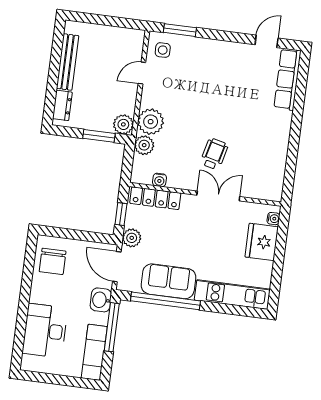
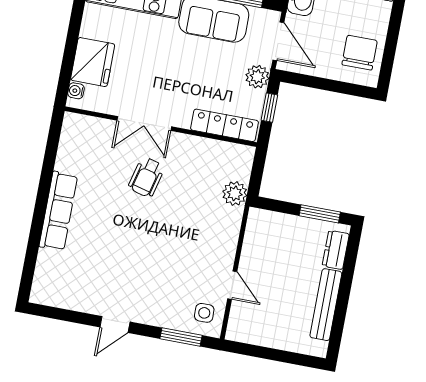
door: (267, 41) -> (115, 325), moved
door: (142, 73) -> (232, 285), hinge flipped
row of seats: (288, 79) -> (58, 211), moved
plant: (151, 122) -> (225, 223), removed
plant: (123, 124) -> (260, 221), removed
window: (99, 136) -> (320, 214), moved
water cooler: (159, 180) -> (218, 148), removed

